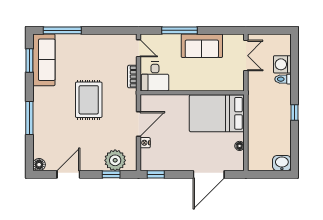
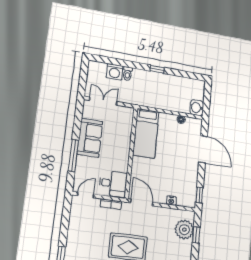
bed: (217, 113) -> (146, 133), width x0.67
door: (139, 124) -> (142, 203), moved
washbasin: (282, 163) -> (197, 108), moved

